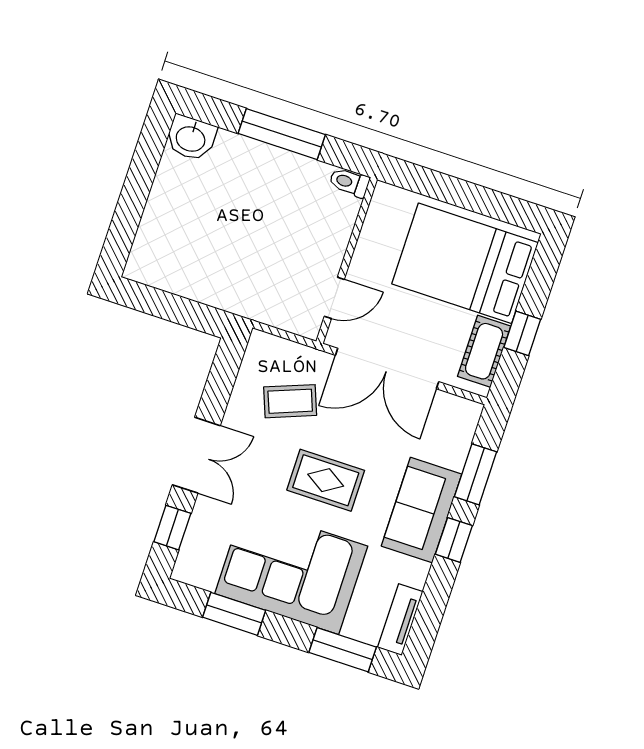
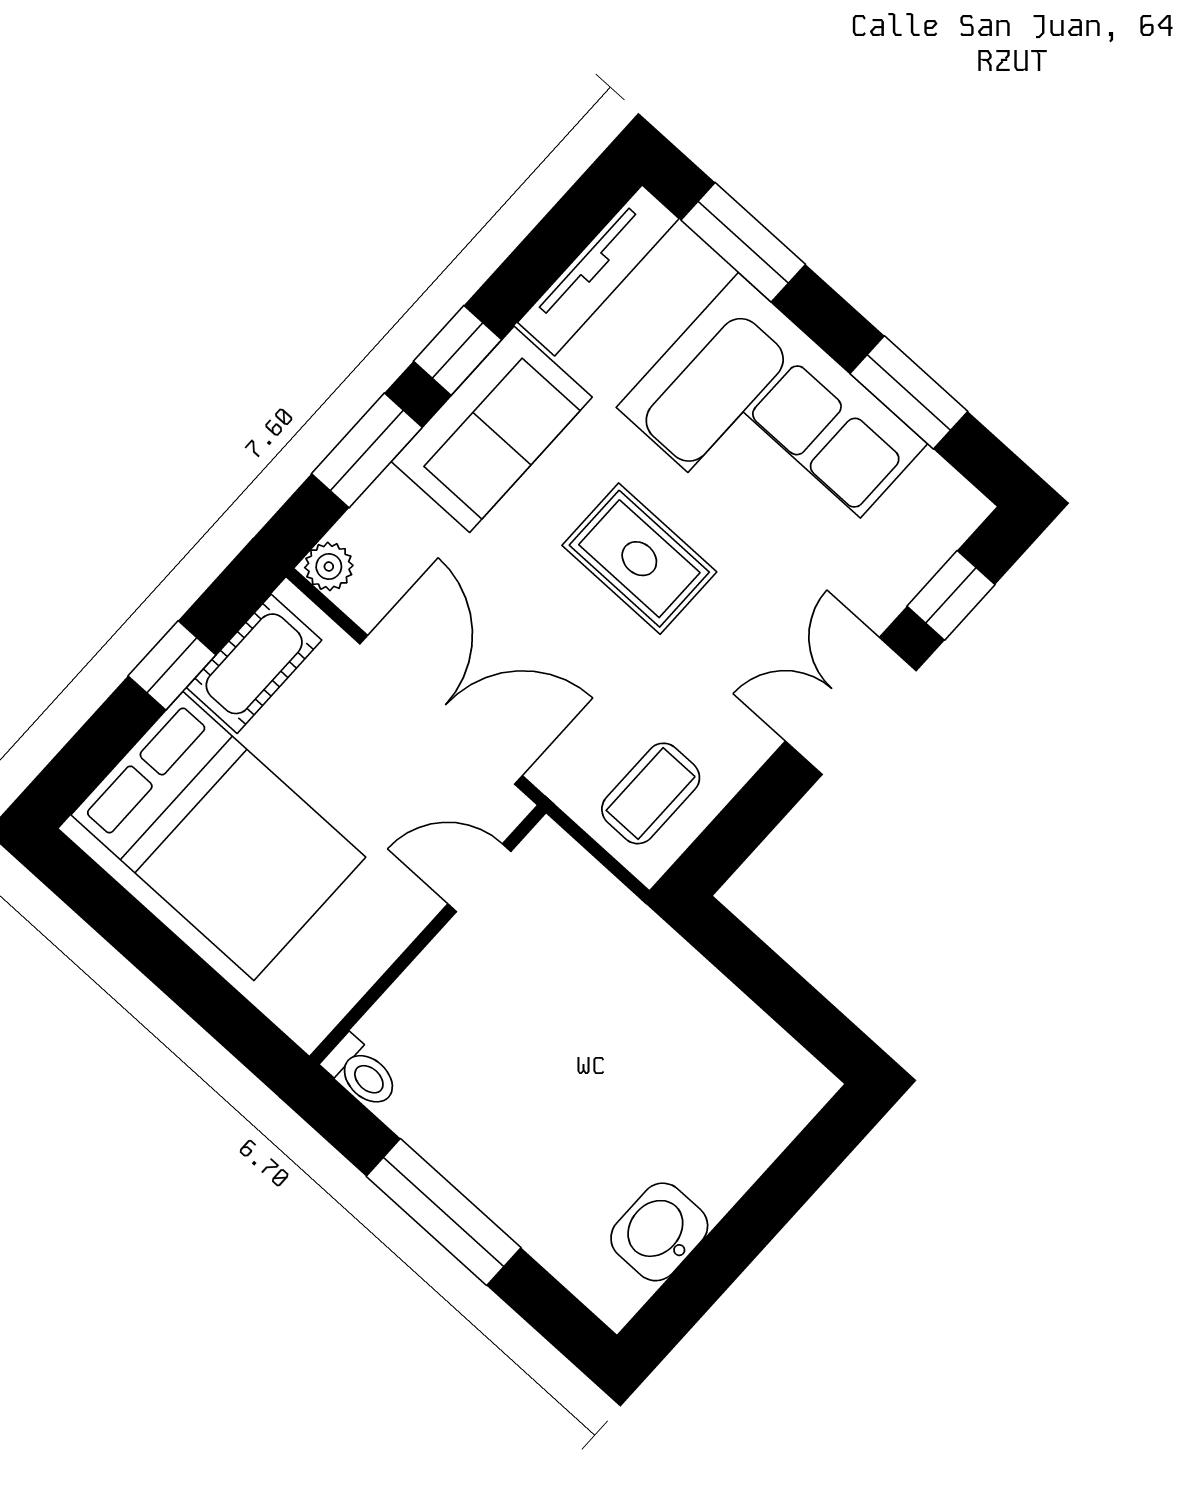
washbasin: (191, 138) -> (659, 1232), moved, turned -90
coffee table: (290, 401) -> (651, 793), moved, turned -69
plant: (469, 412) -> (329, 566), added
tv unit: (400, 620) -> (598, 271), width x1.41

